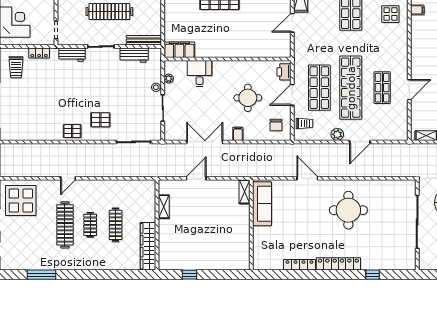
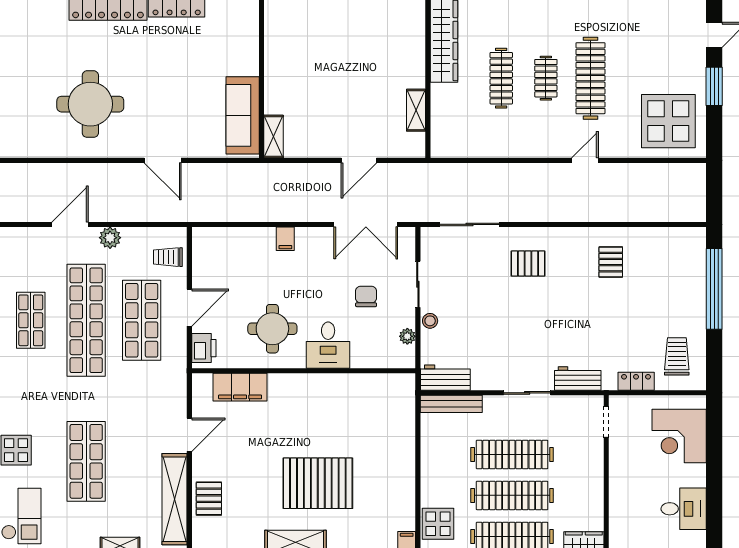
filing cabinet: (179, 50) -> (240, 387), moved
workbench: (134, 55) -> (445, 378), moved
desk: (199, 74) -> (328, 345), moved
round table: (248, 98) -> (272, 329), moved
chair: (276, 125) -> (366, 296), moved
pallet: (72, 131) -> (611, 262), moved, turned 90
double door: (205, 142) -> (366, 224), moved

